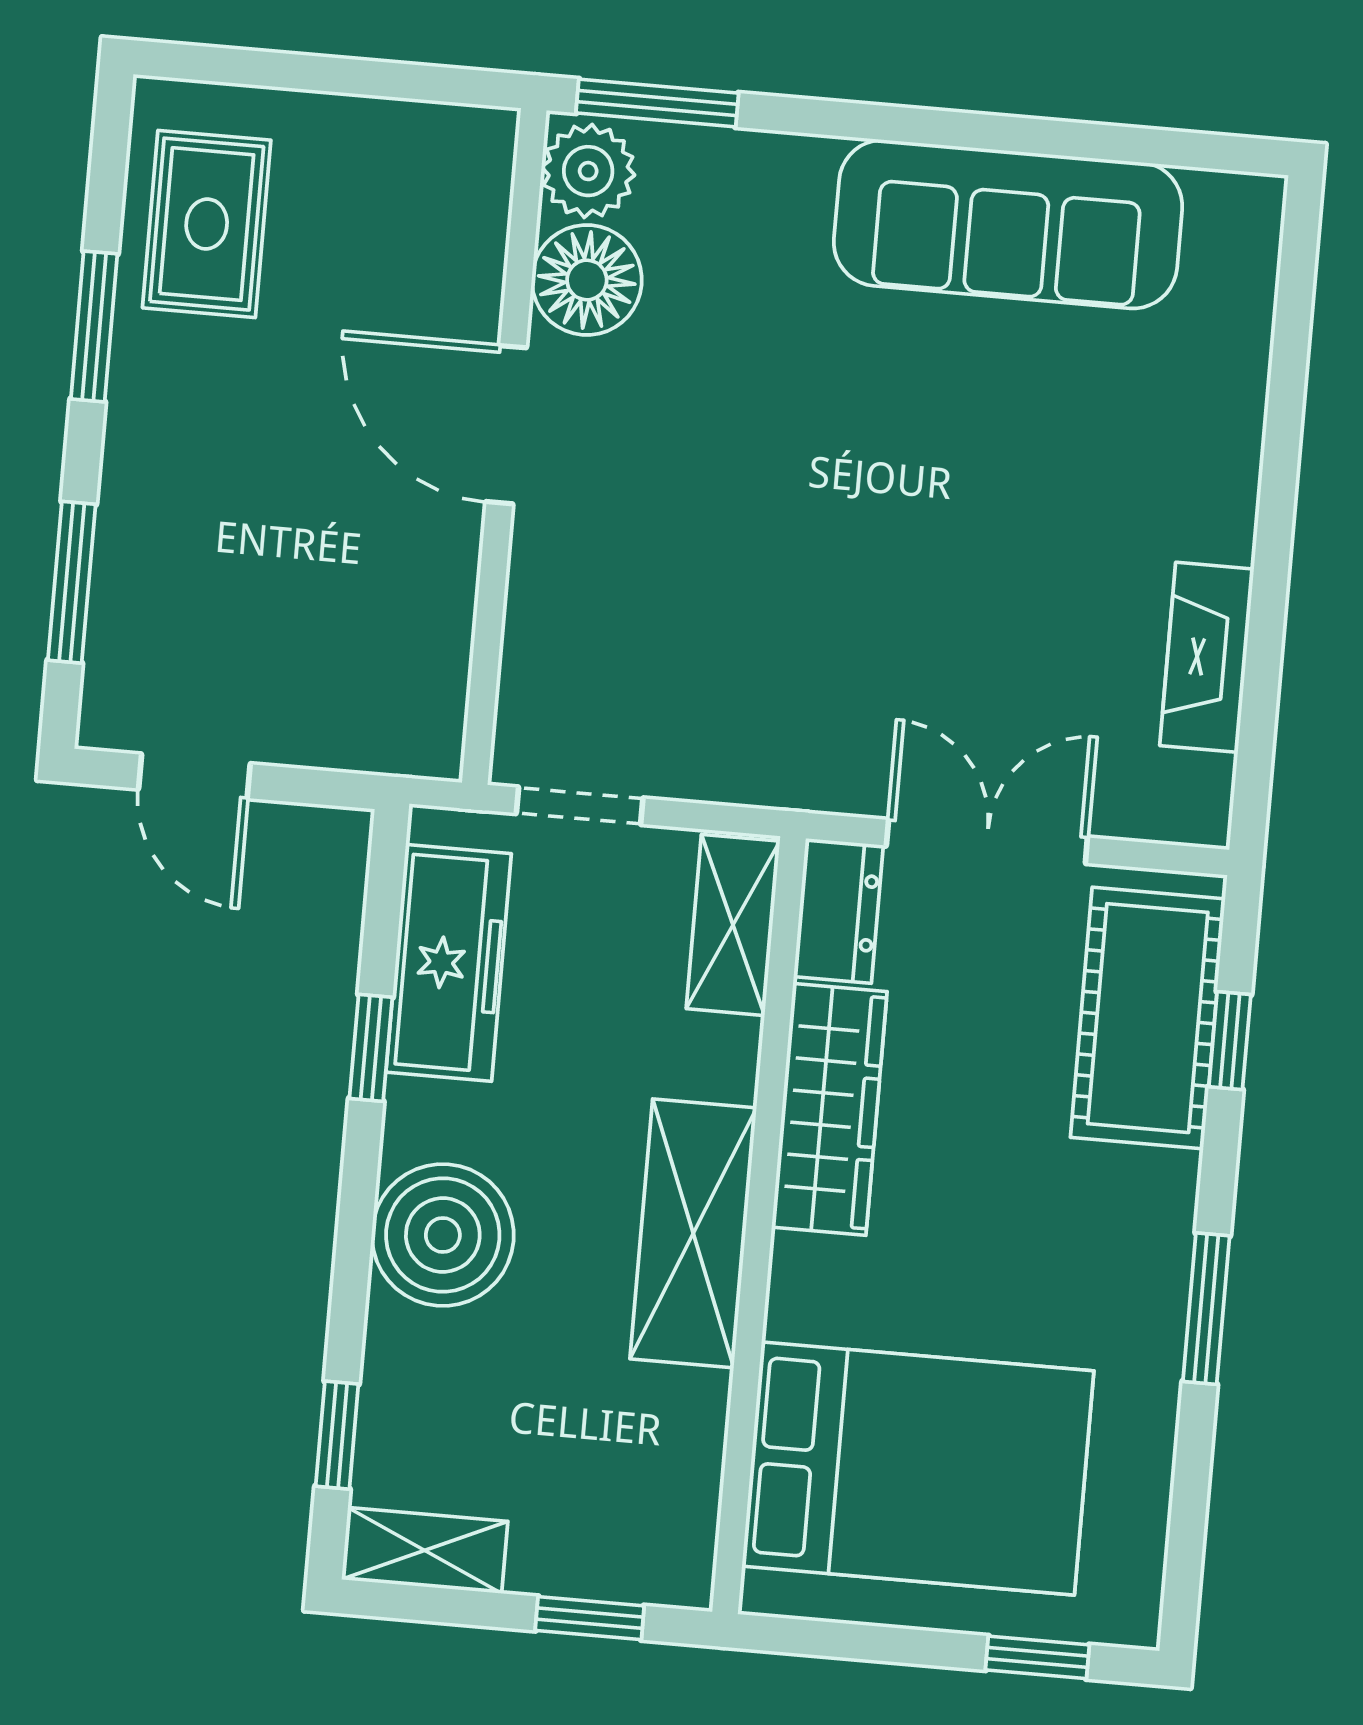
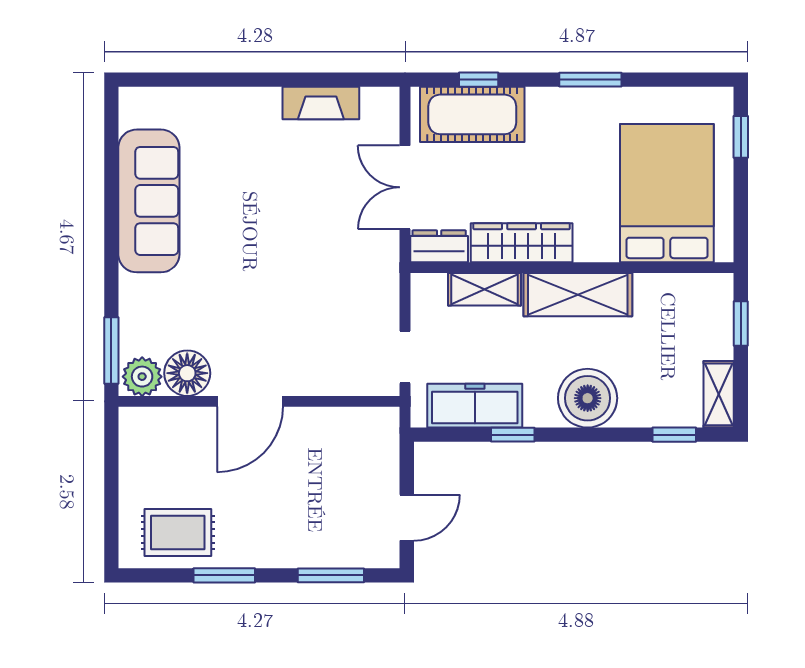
shelving: (733, 925) -> (484, 289), moved

